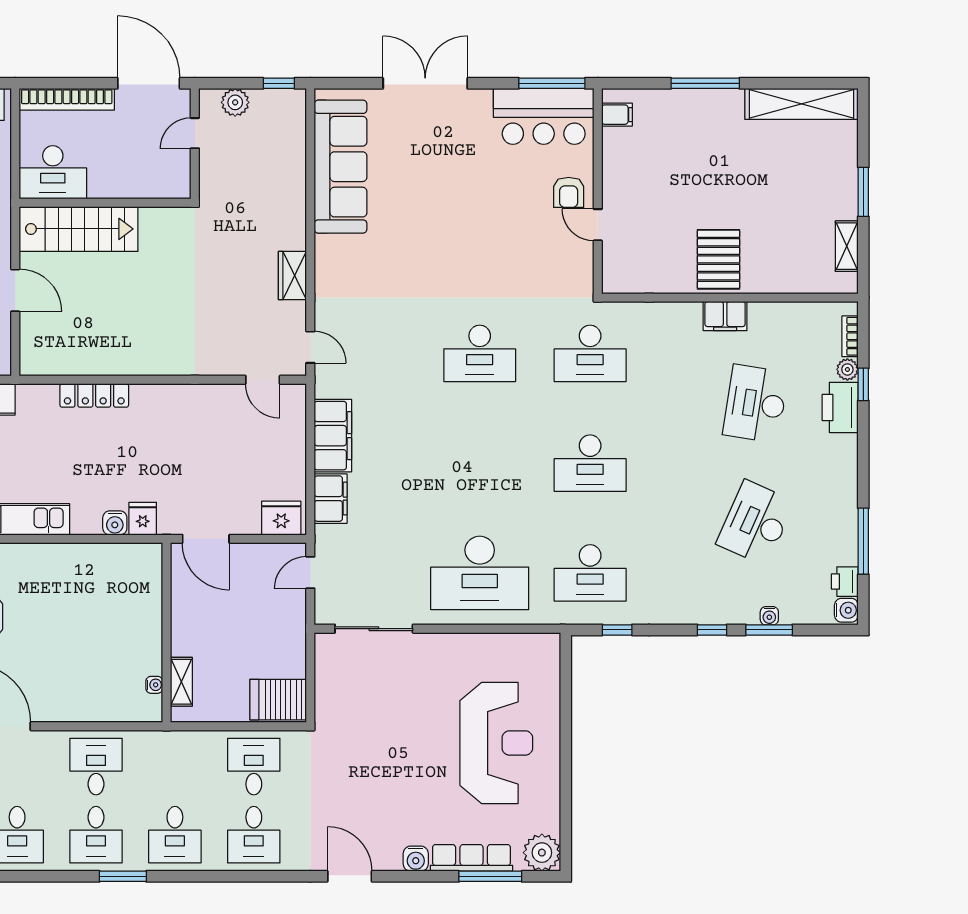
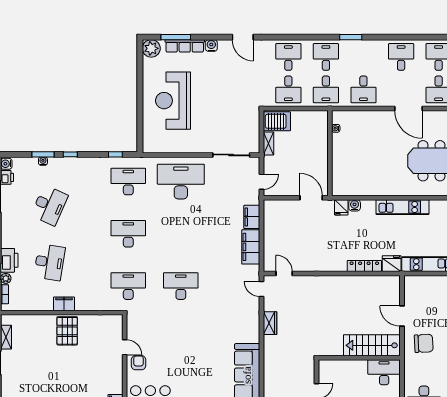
fridge: (281, 518) -> (392, 264), moved, turned 180
shelving: (181, 682) -> (269, 143), moved
desk: (96, 835) -> (326, 89), moved, turned 180

